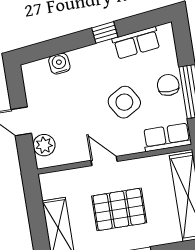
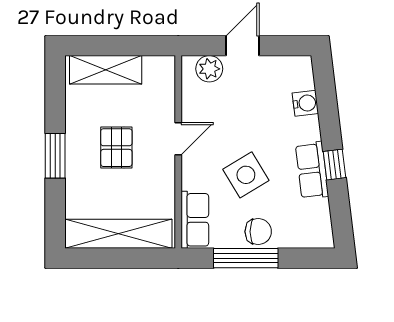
row of seats: (136, 43) -> (312, 170), moved
pallet: (119, 209) -> (116, 148), width x0.67, depth x0.71

